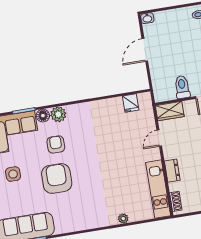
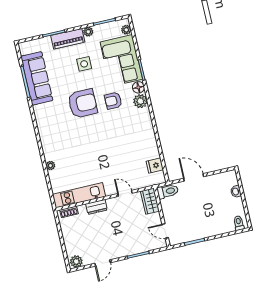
washbasin: (147, 18) -> (236, 191), moved
door: (145, 50) -> (194, 177), moved
toilet: (182, 87) -> (168, 191), moved
armchair: (56, 144) -> (113, 101), turned 180

